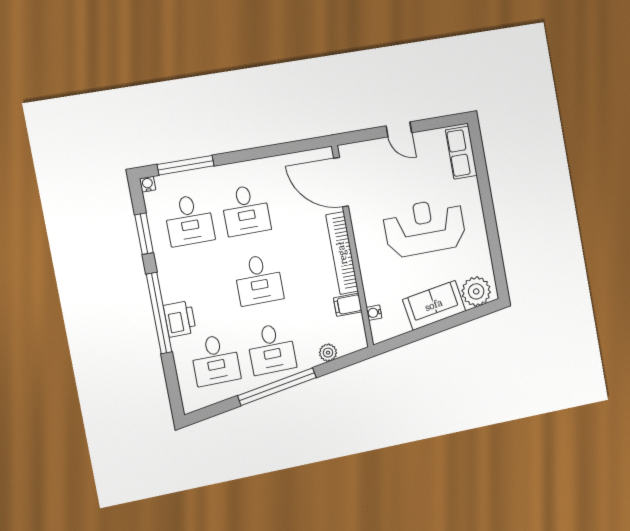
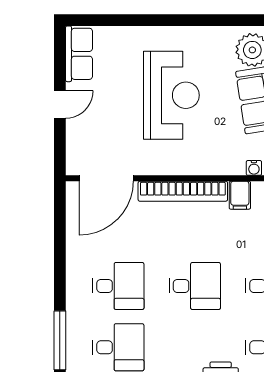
row of seats: (461, 153) -> (79, 54), moved, turned -90
reception desk: (425, 227) -> (171, 95), turned 180

